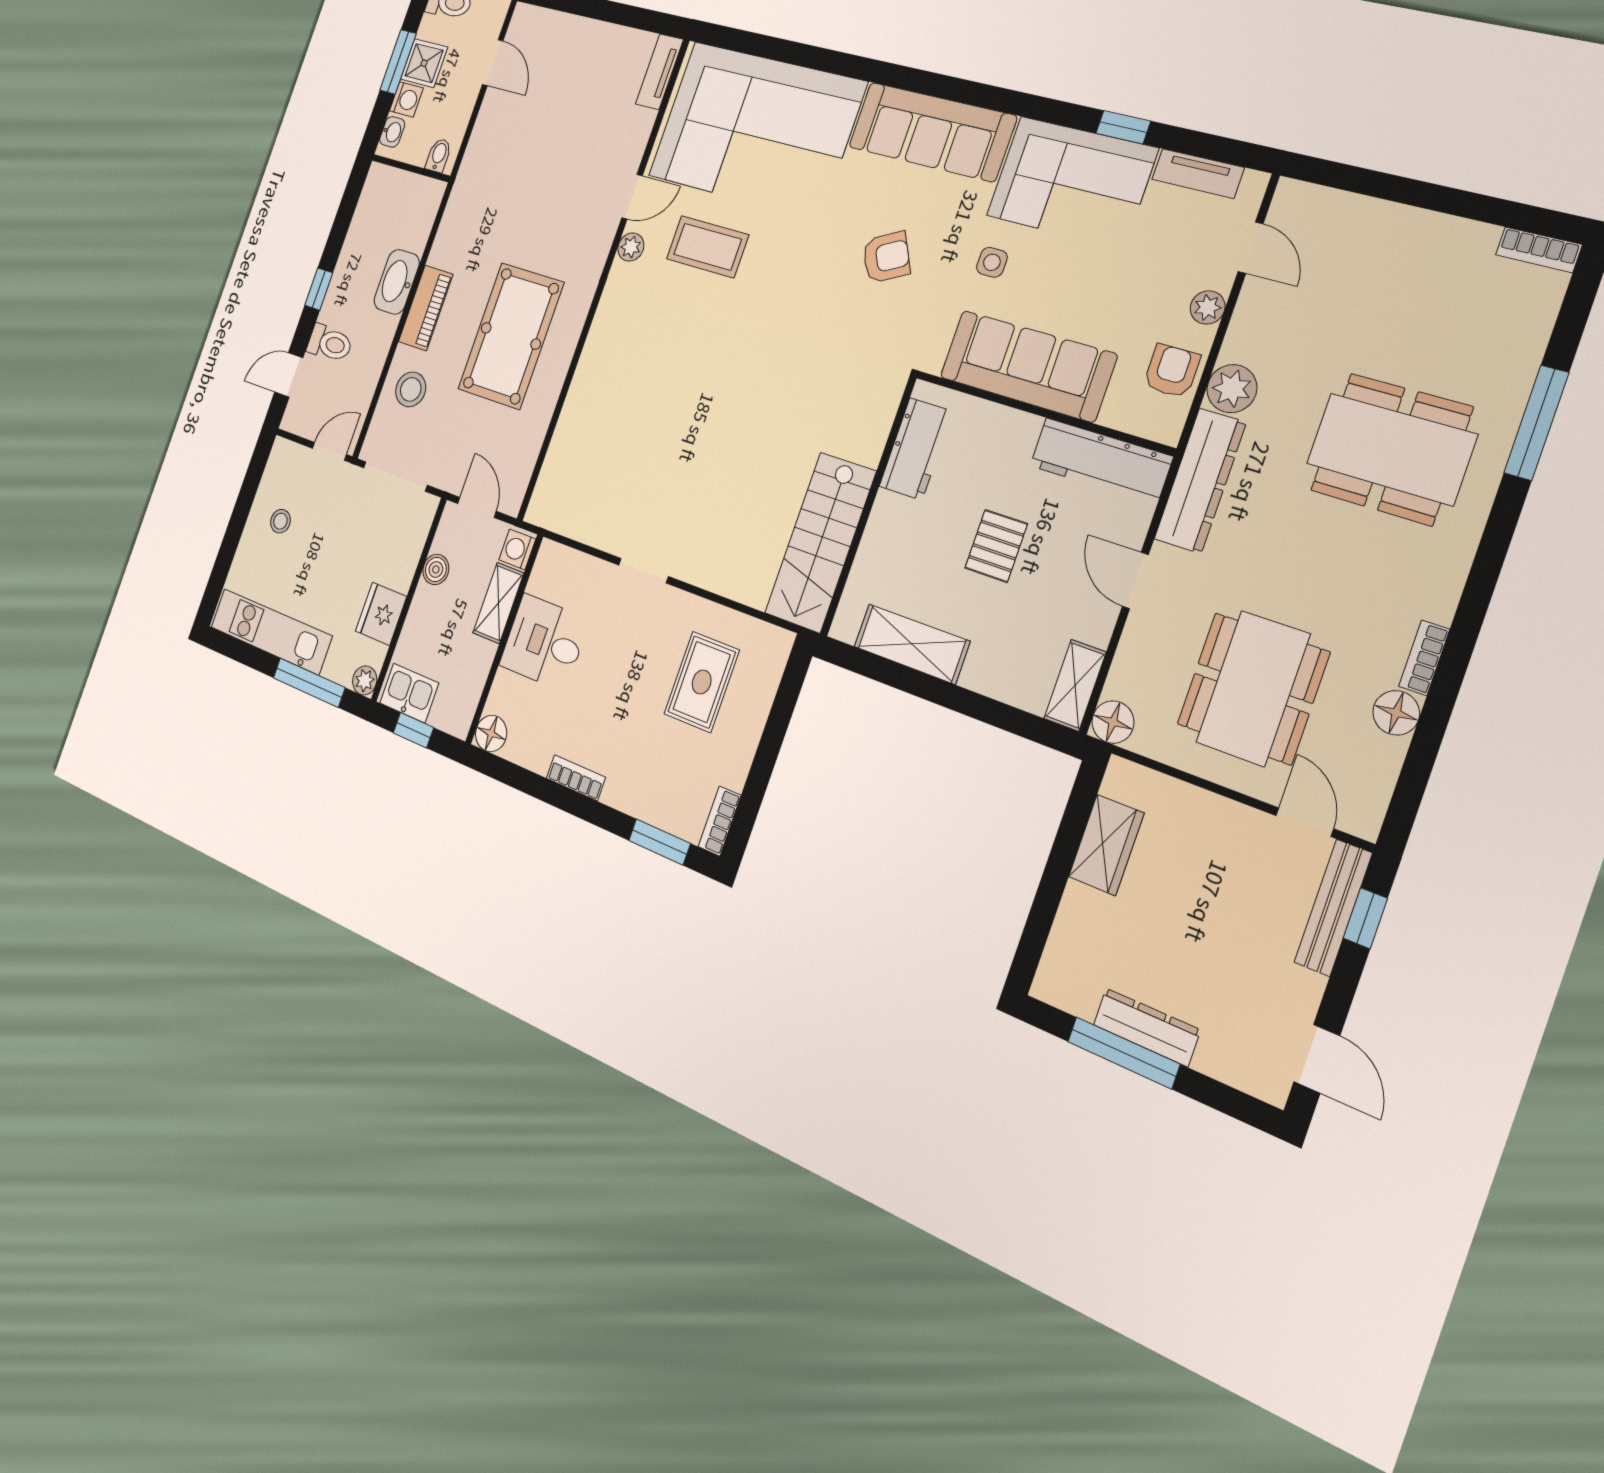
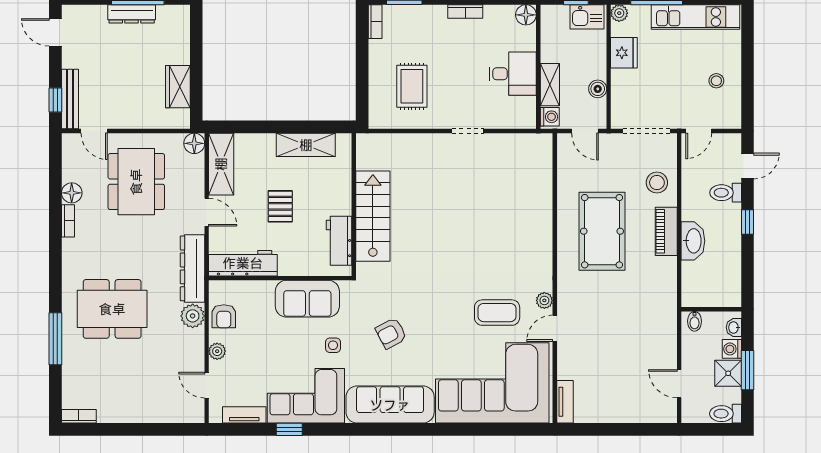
sofa: (1028, 366) -> (307, 299), width x0.73
stairs: (820, 542) -> (373, 216), moved
shelving: (1075, 685) -> (221, 164), width x1.50, depth x1.33

